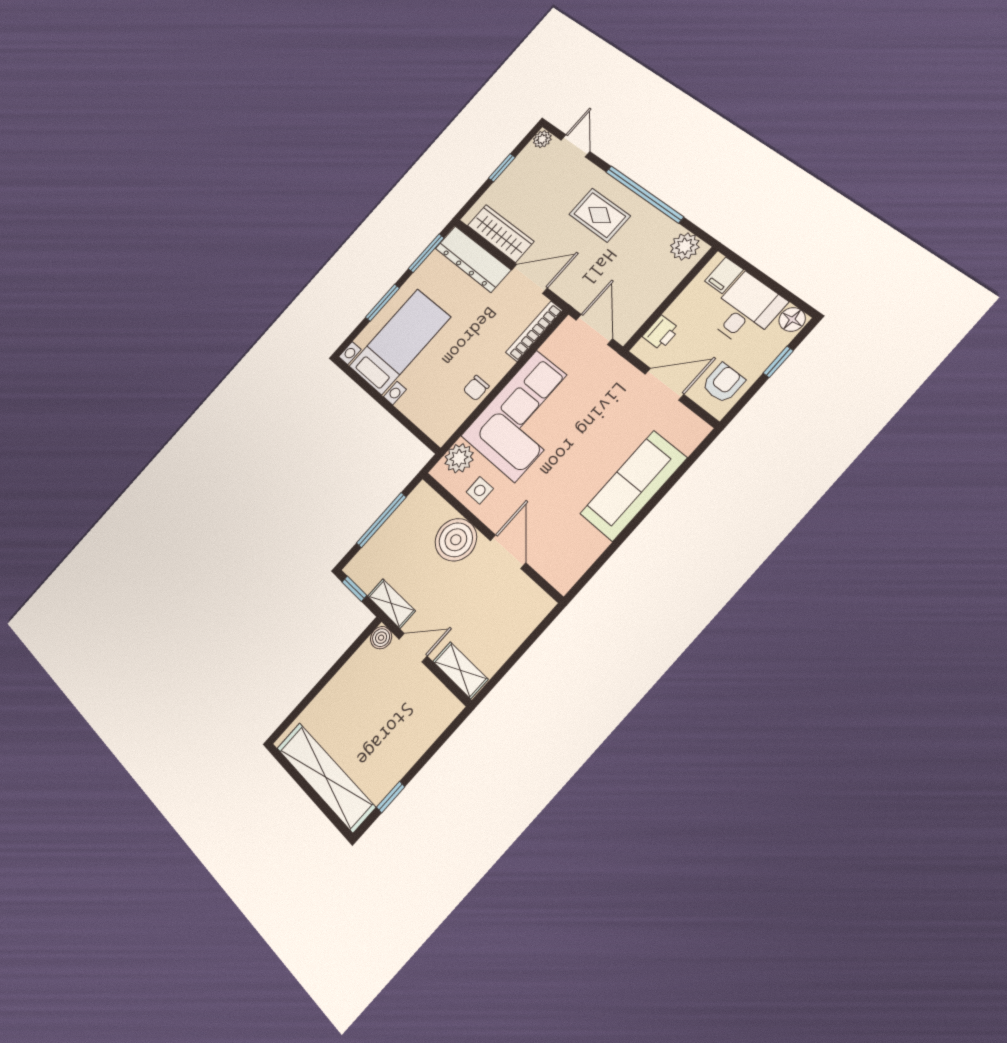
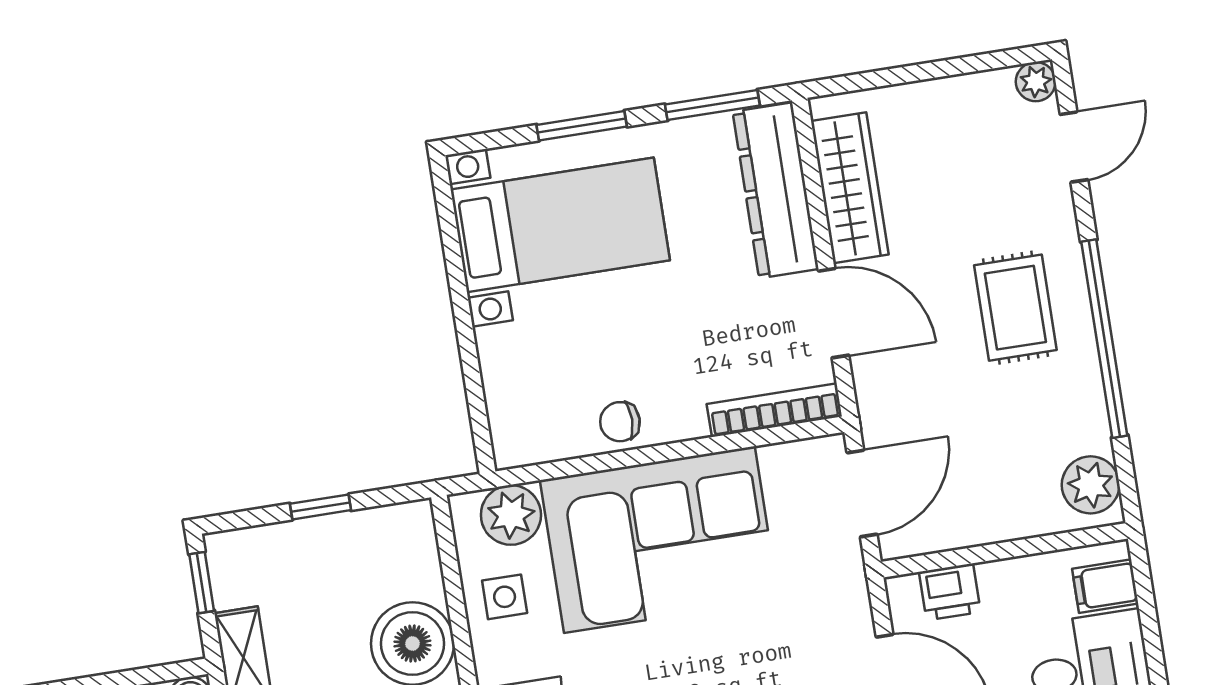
window: (502, 168) -> (938, 69), removed
window: (381, 520) -> (320, 507), width x0.46

